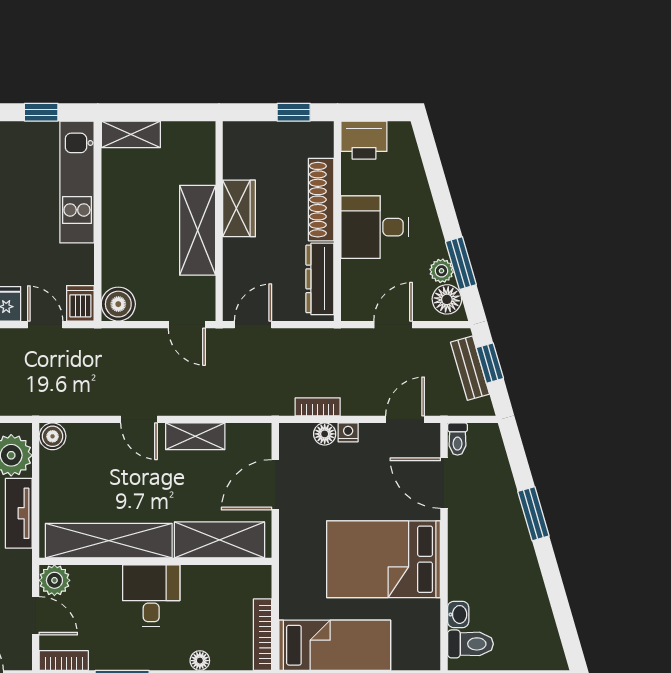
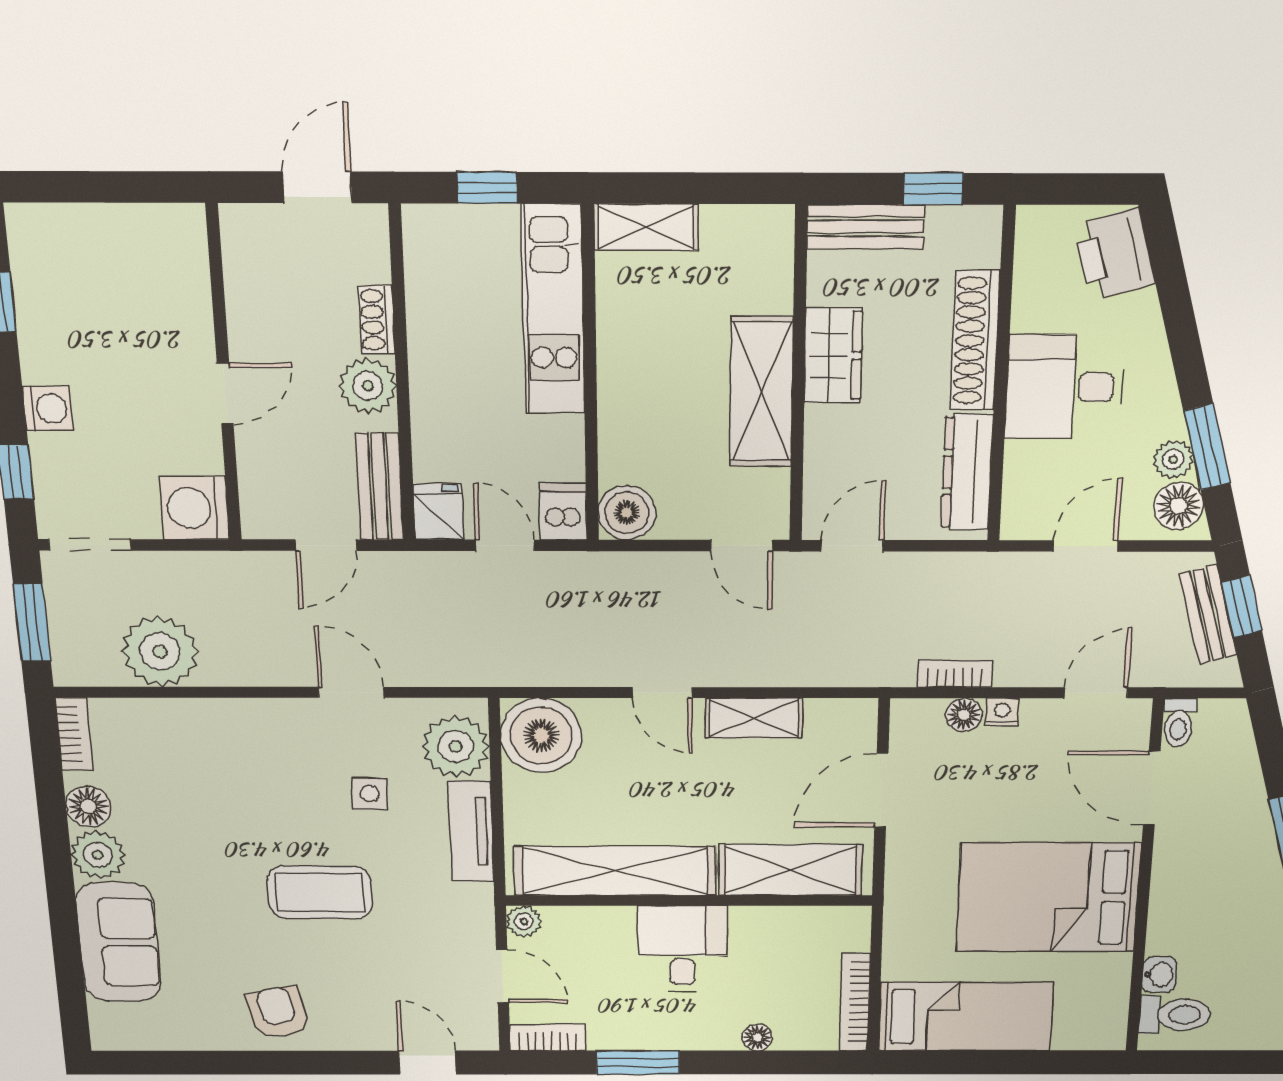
bench: (256, 134) -> (865, 227), added
printer: (364, 140) -> (1115, 254), moved, turned 74
boiler: (53, 436) -> (541, 735), width x1.86, depth x1.86
plant: (54, 580) -> (524, 921), width x0.73, depth x0.73

